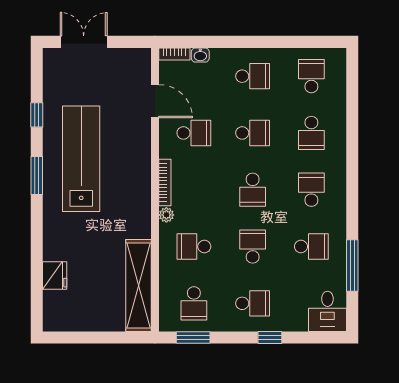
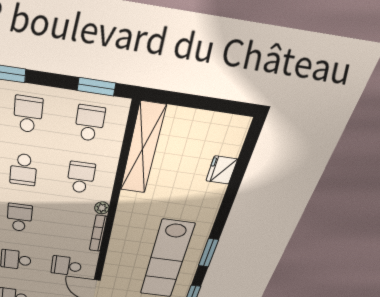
school desk: (194, 247) -> (81, 177), turned -90
school desk: (253, 303) -> (28, 114), turned 90

